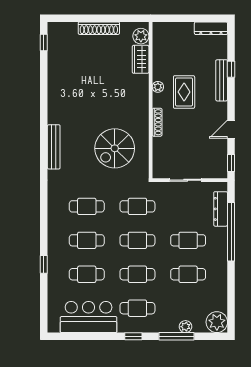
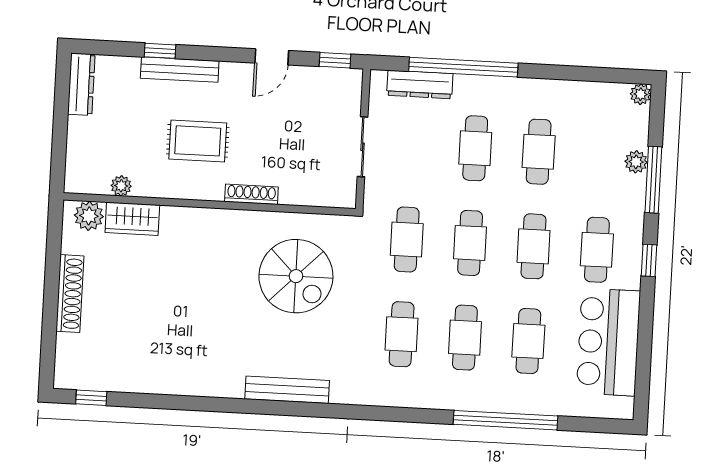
plant: (158, 87) -> (121, 186), moved
door: (231, 129) -> (272, 57), hinge flipped
window: (44, 264) -> (505, 420), width x3.17
plant: (217, 322) -> (641, 94), width x0.53, depth x0.53

